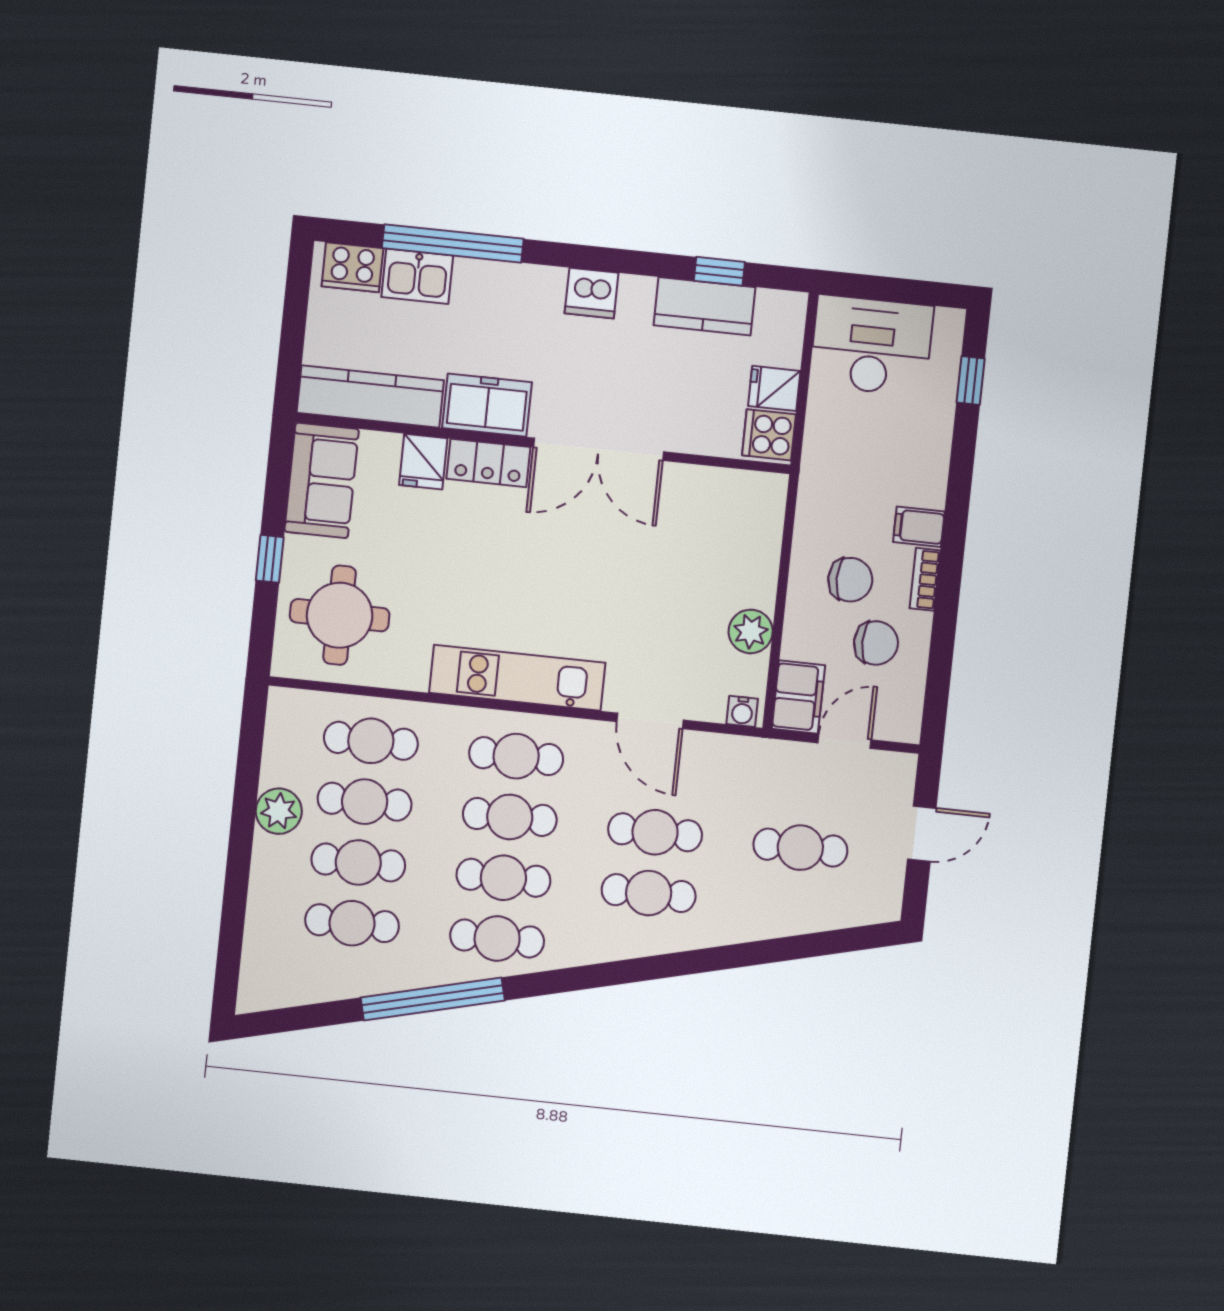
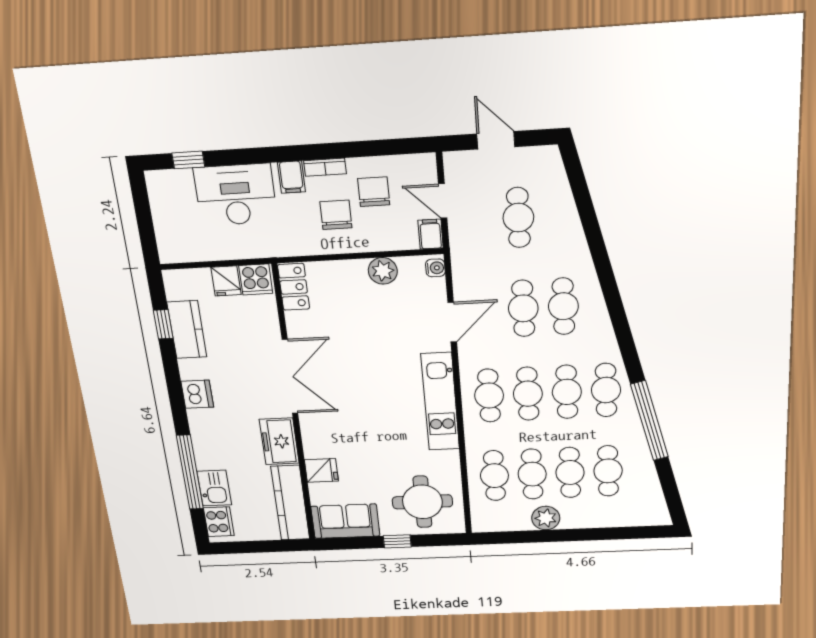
desk: (871, 345) -> (236, 195), moved, turned 90
locker: (488, 463) -> (294, 287), moved
filing cabinet: (798, 697) -> (431, 234), width x0.50

